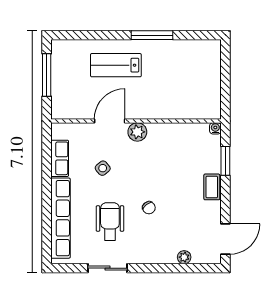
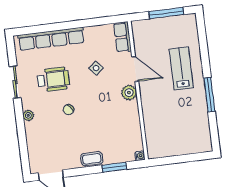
row of seats: (60, 158) -> (123, 37), moved, turned 90
plant: (184, 257) -> (28, 115), moved

